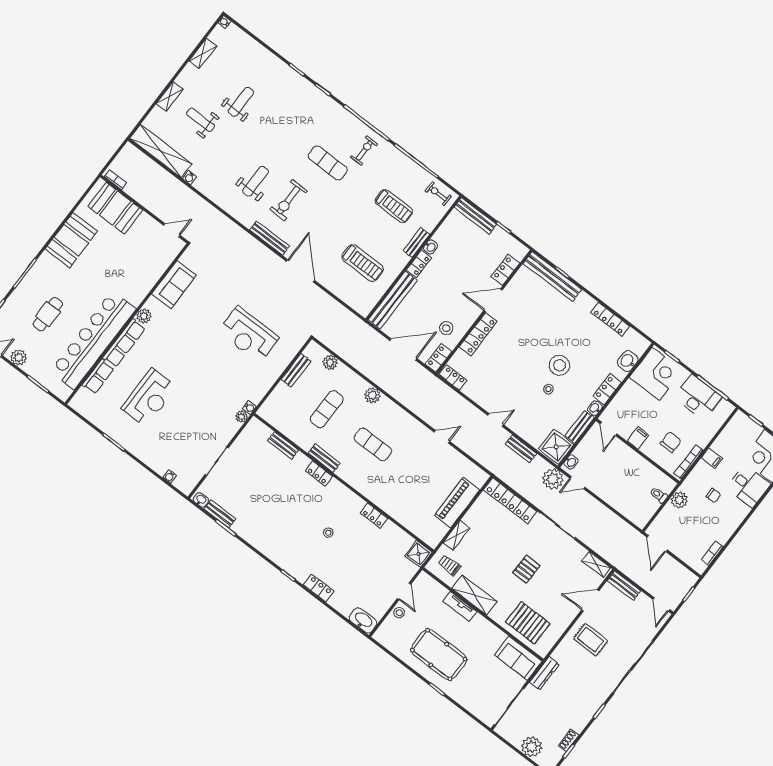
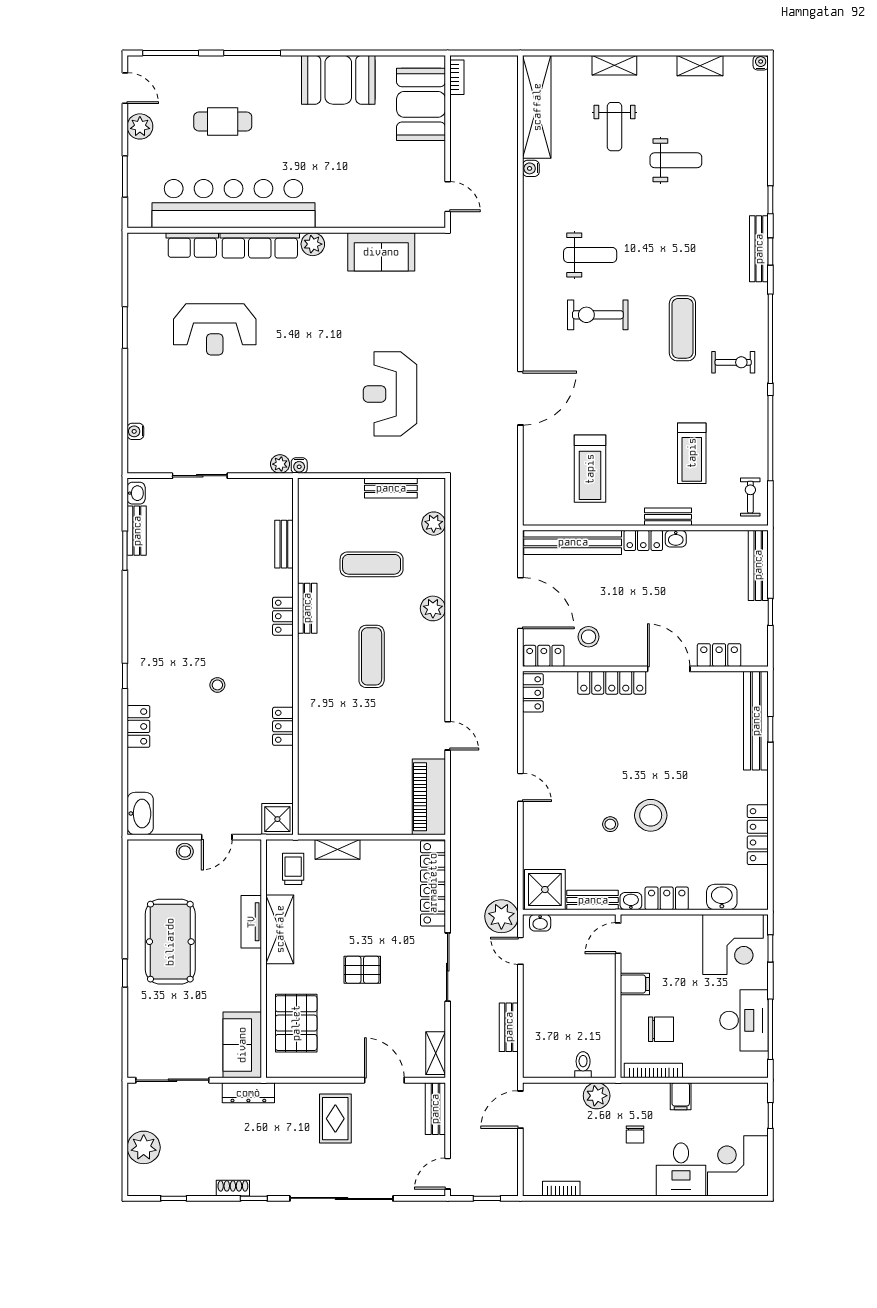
weight bench: (201, 120) -> (615, 127), turned 180
bench: (270, 238) -> (759, 249), moved
bench: (521, 449) -> (509, 1027), moved
piano: (457, 503) -> (429, 797), moved, turned -90
shoe rack: (569, 741) -> (233, 1188), moved

